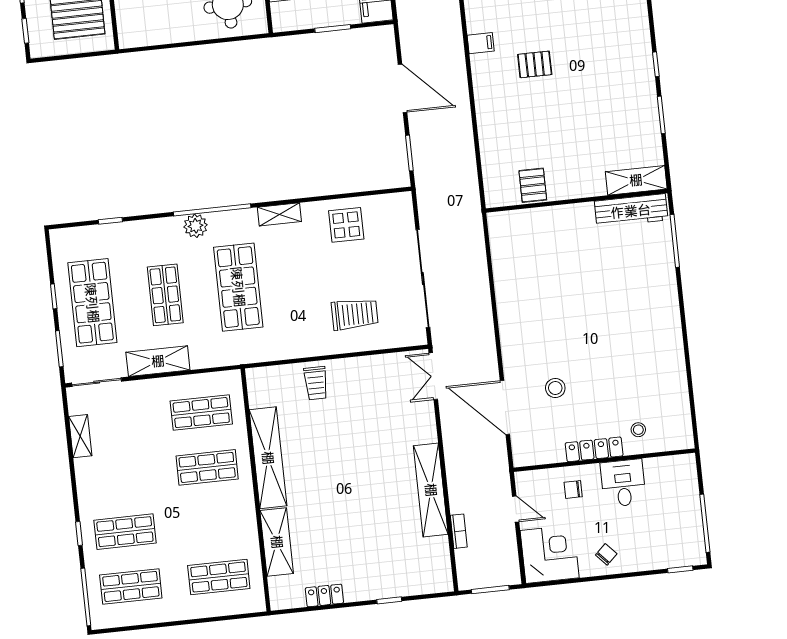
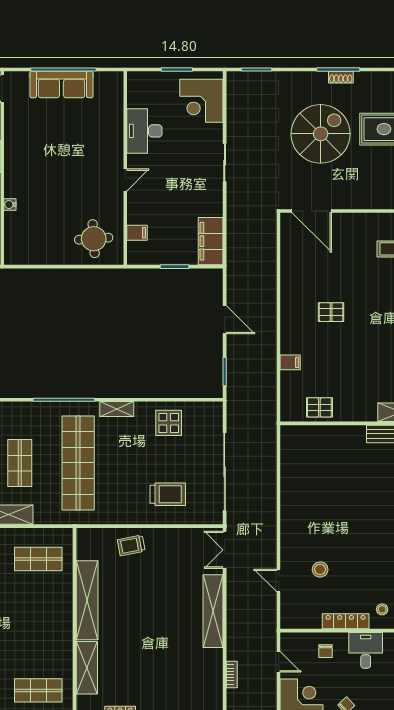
filing cabinet: (481, 43) -> (290, 362), moved
door: (403, 88) -> (225, 320), width x0.73
pallet: (533, 185) -> (319, 407), turned 90
plant: (196, 226) -> (49, 411), removed
shop shelf: (238, 287) -> (78, 463), width x1.40
trolley: (316, 383) -> (131, 545), turned 79
door: (505, 407) -> (279, 581), width x0.53
shop shelf: (207, 467) -> (38, 603), removed
chair: (573, 489) -> (326, 651), turned -90
shelving: (431, 490) -> (213, 611), moved

